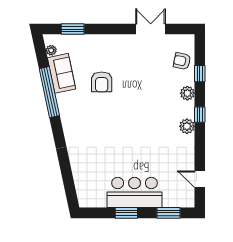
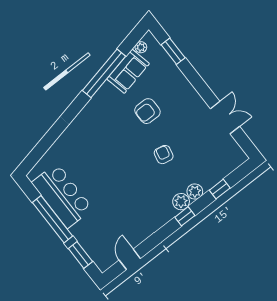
armchair: (182, 61) -> (164, 155), moved
plant: (187, 126) -> (181, 202), moved
bar counter: (134, 192) -> (62, 196), moved
window: (126, 213) -> (53, 219), width x2.11

